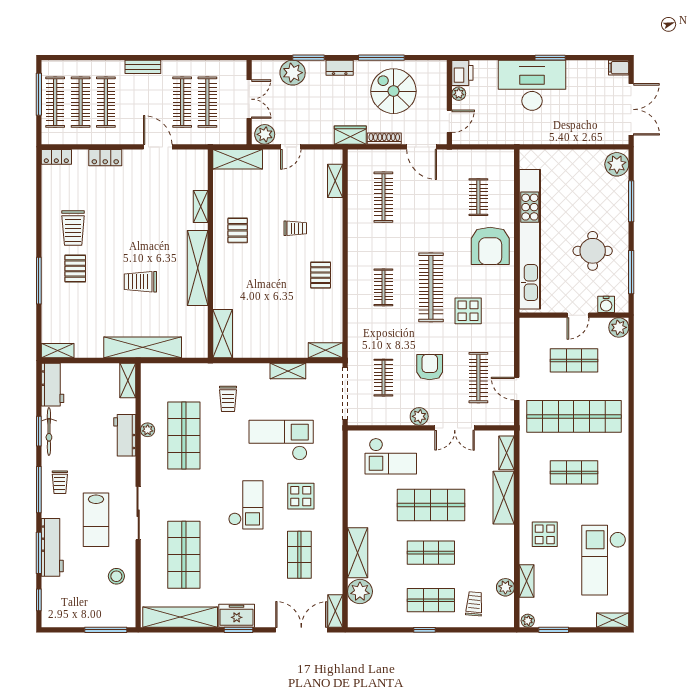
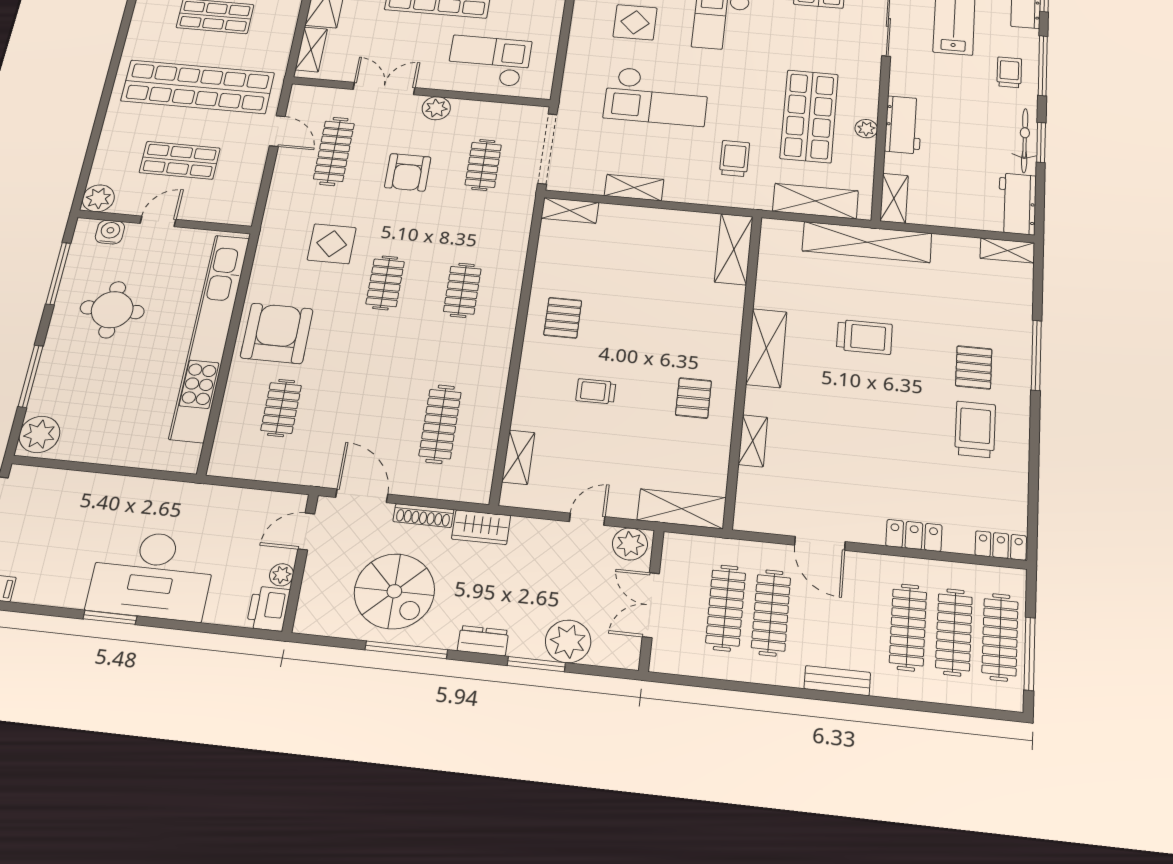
shelving: (198, 268) -> (766, 348), width x0.68
clothes rail: (431, 287) -> (385, 283), width x0.54, depth x0.76
shelving: (176, 373) -> (815, 201), added

